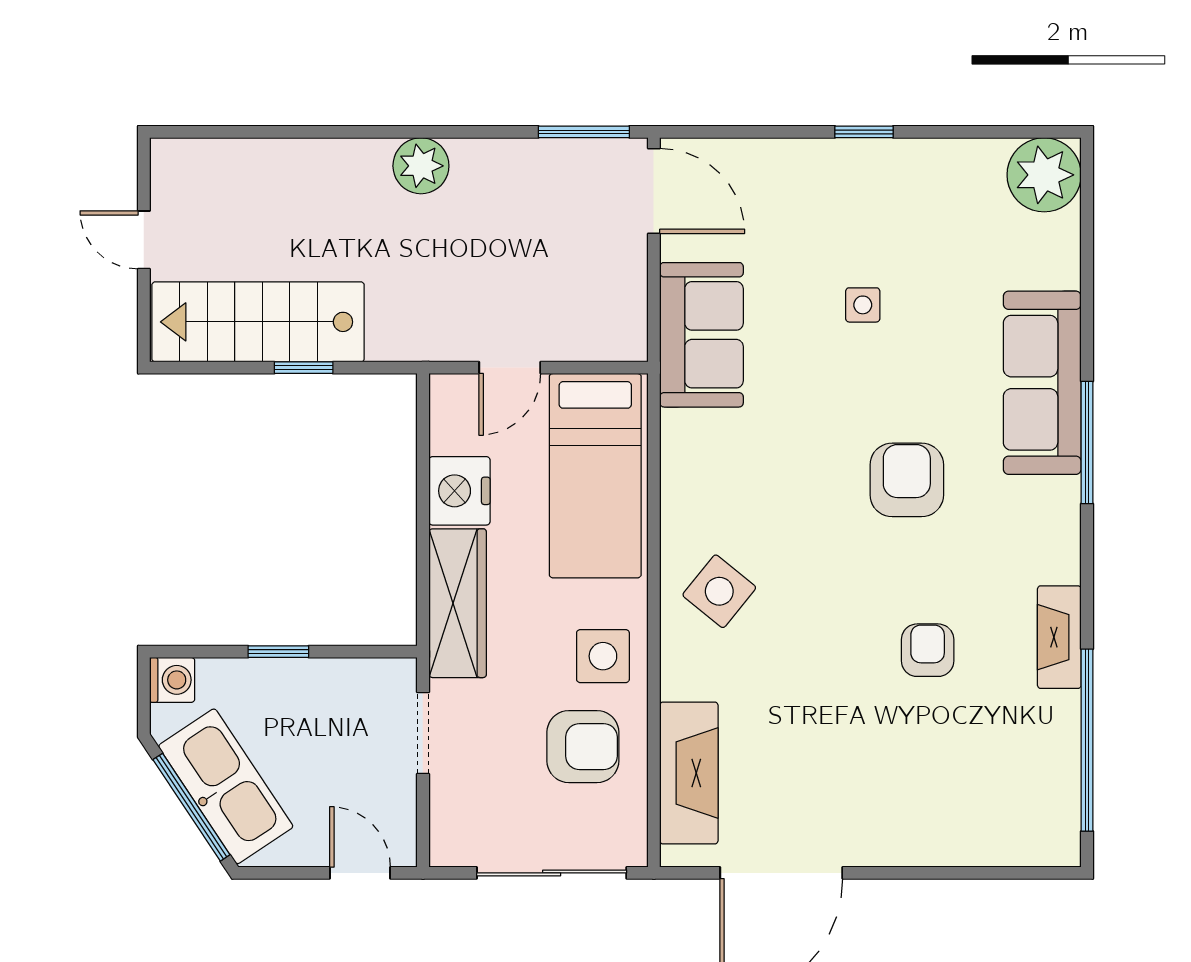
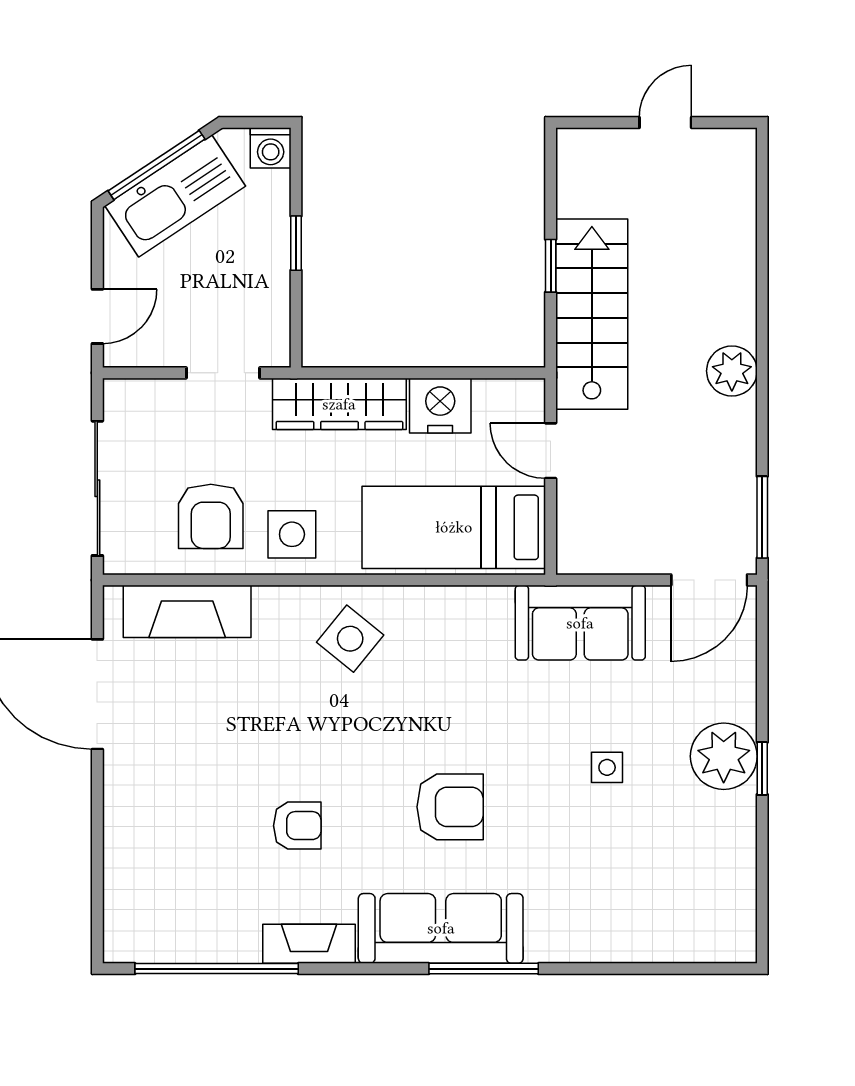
plant: (1044, 175) -> (724, 756), moved
stairs: (258, 322) -> (592, 314), moved
sofa: (1042, 383) -> (441, 928), moved

